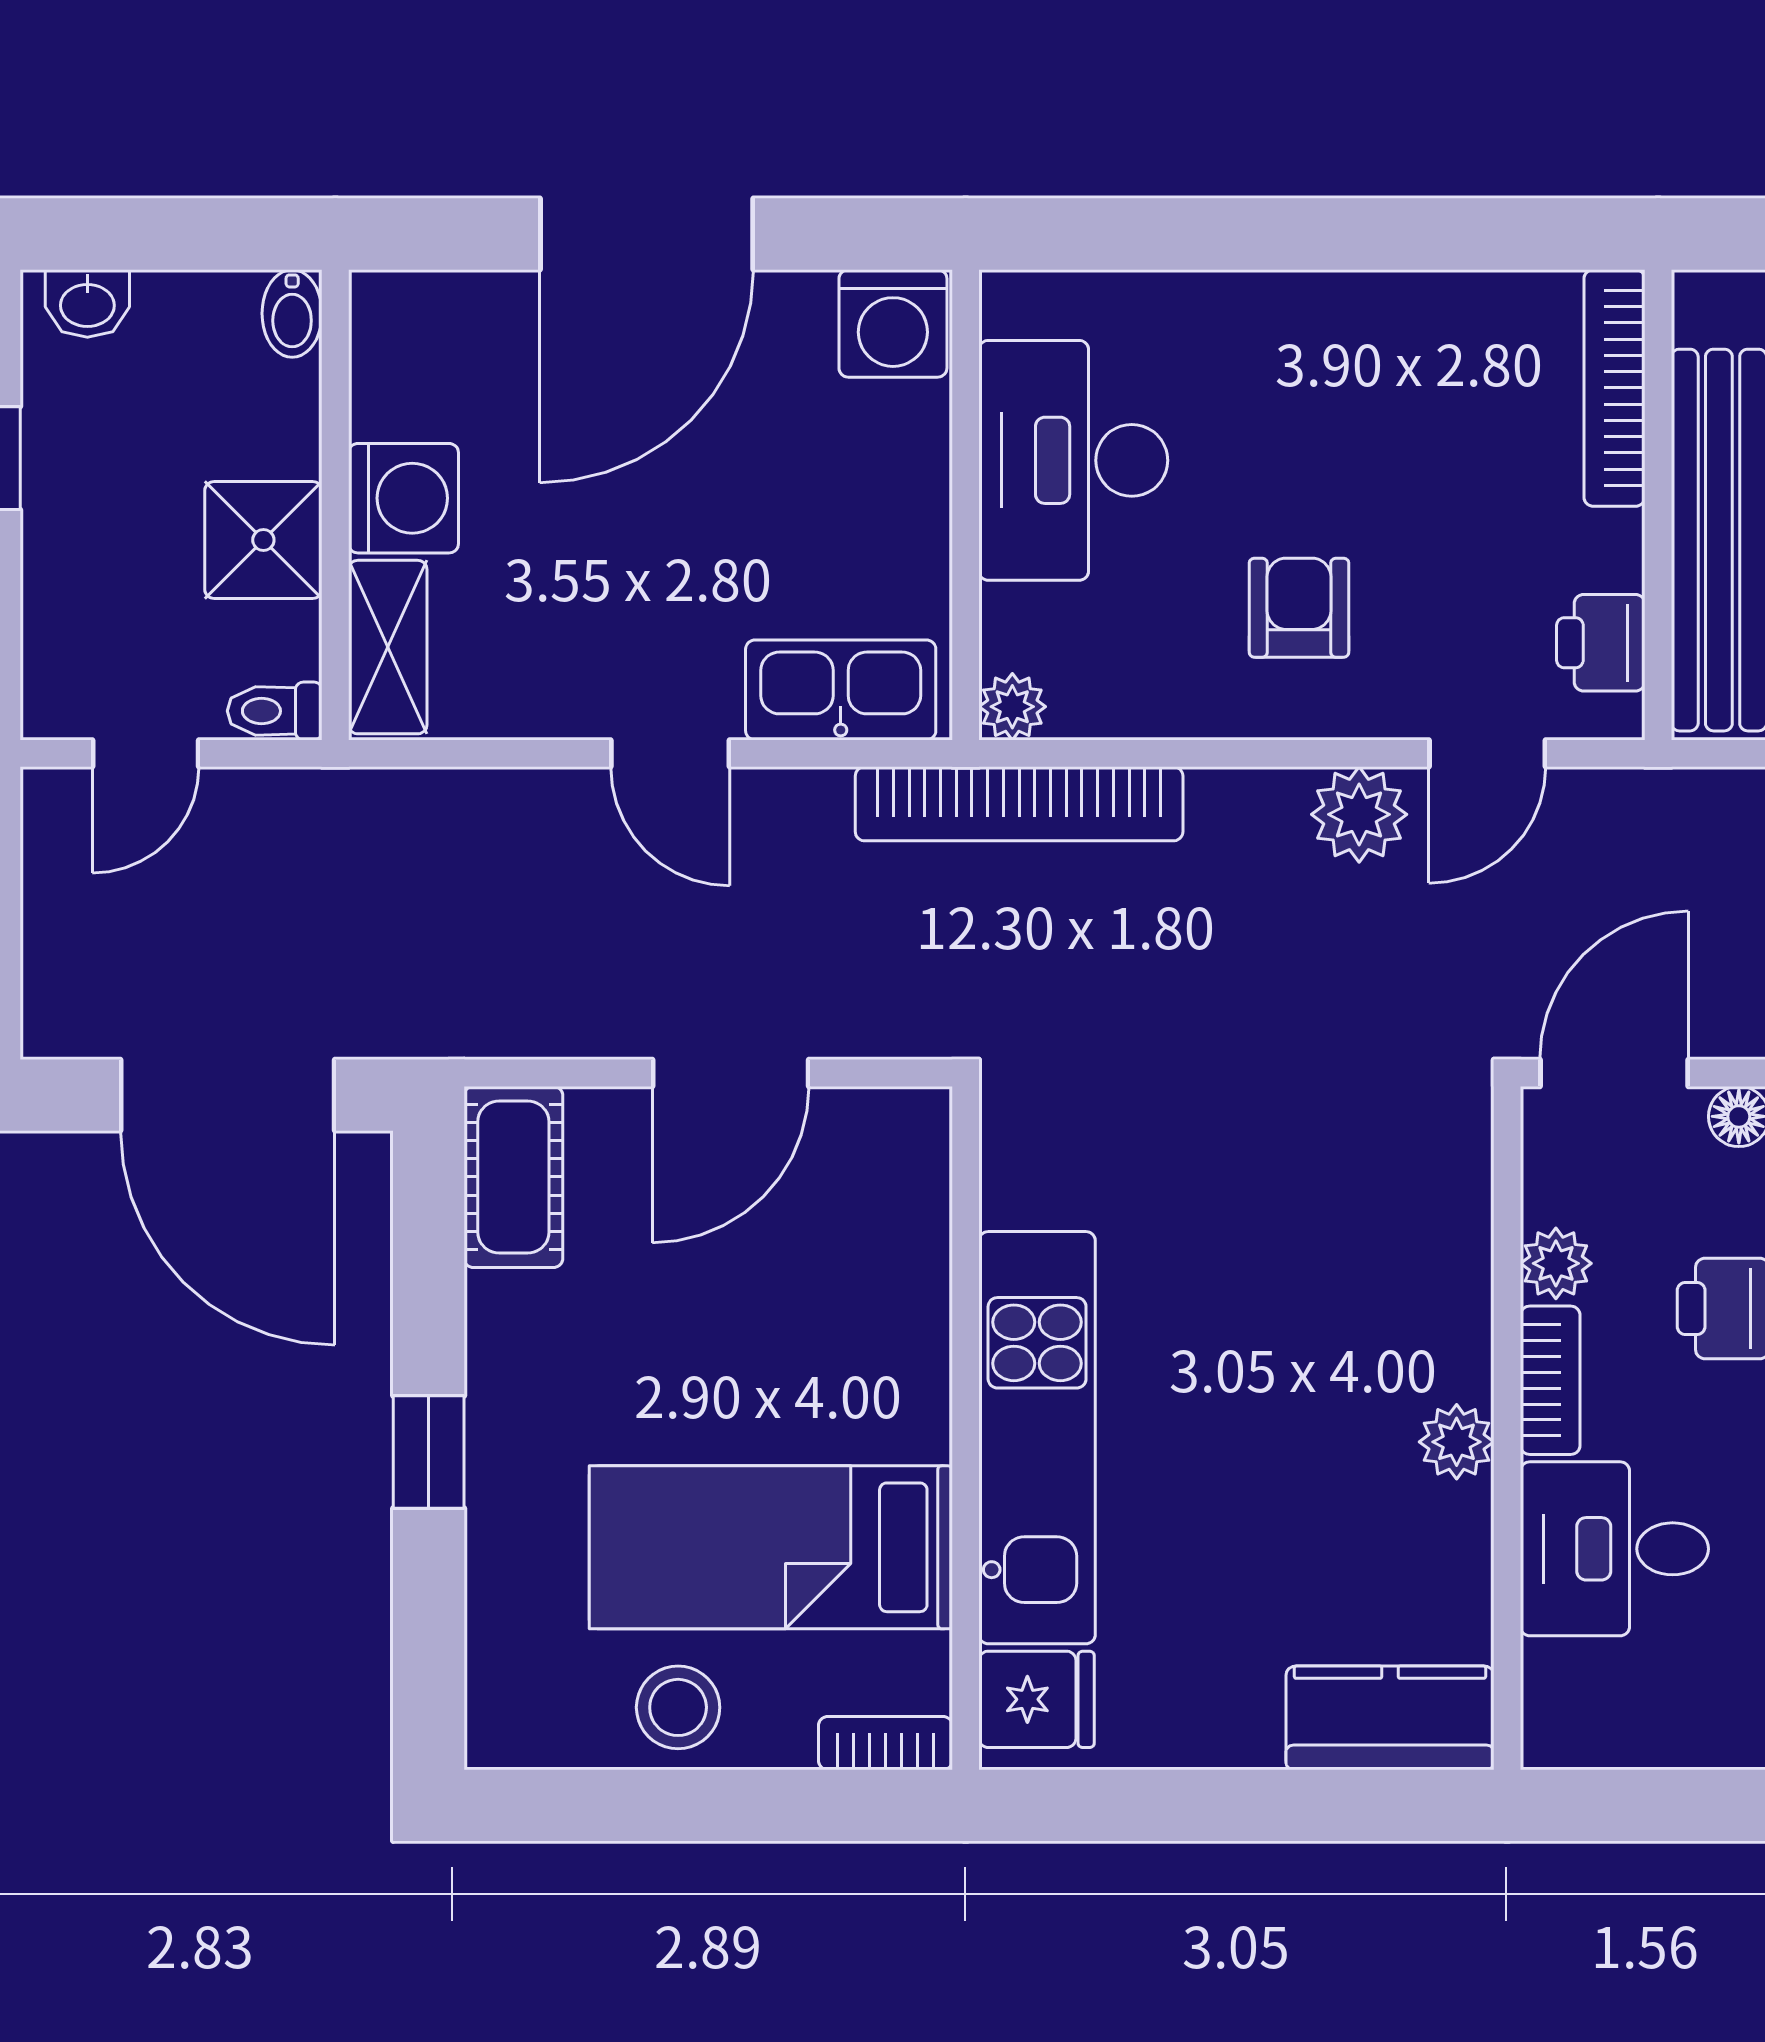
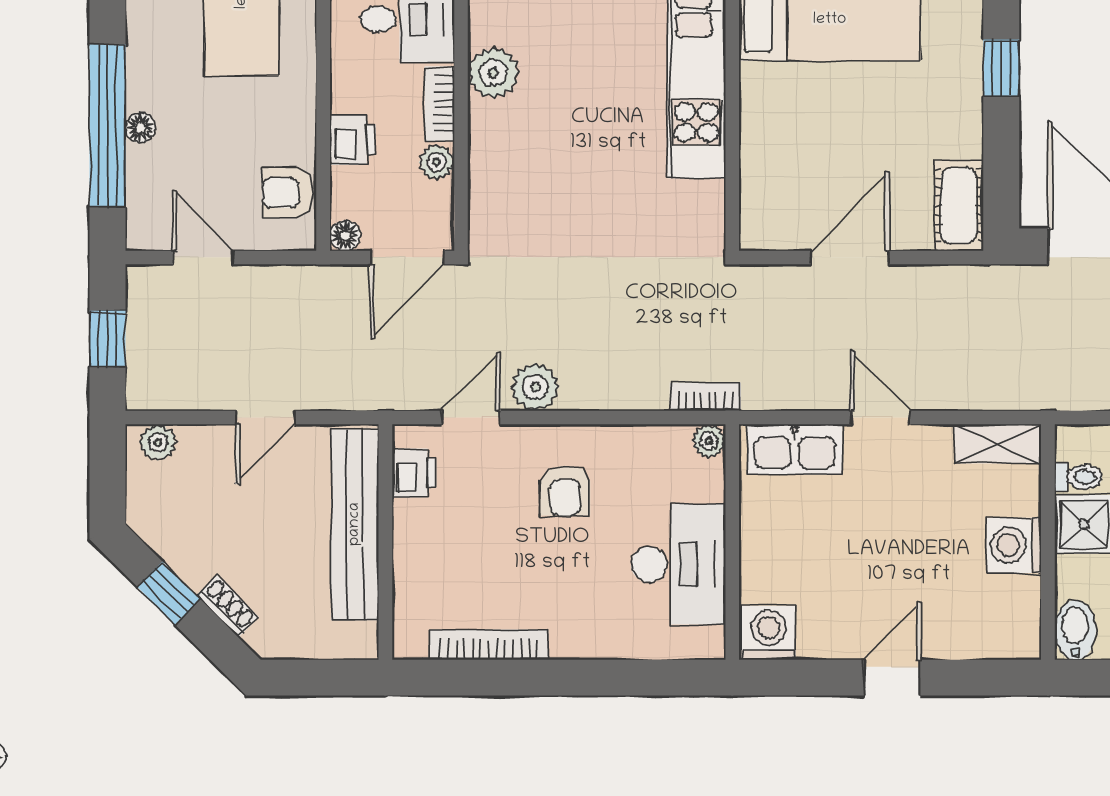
door: (647, 234) -> (892, 678), width x0.53
bidet: (292, 313) -> (1075, 630), width x1.38, depth x1.36
bookcase: (1614, 388) -> (489, 645), moved, turned -90
shelving: (388, 647) -> (998, 444), moved, turned 90
toilet: (275, 711) -> (1078, 477), moved
bookcase: (1019, 804) -> (705, 397), width x0.43, depth x0.76
plant: (1457, 1442) -> (493, 73), width x1.38, depth x1.38

